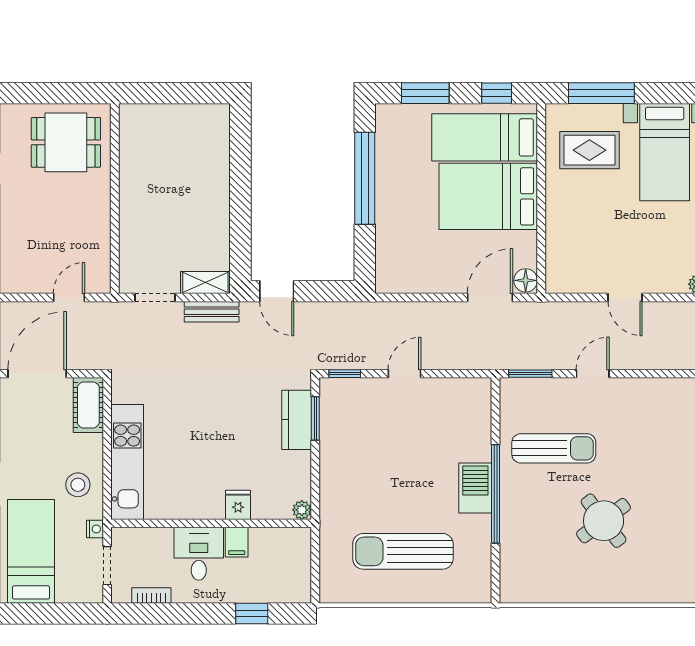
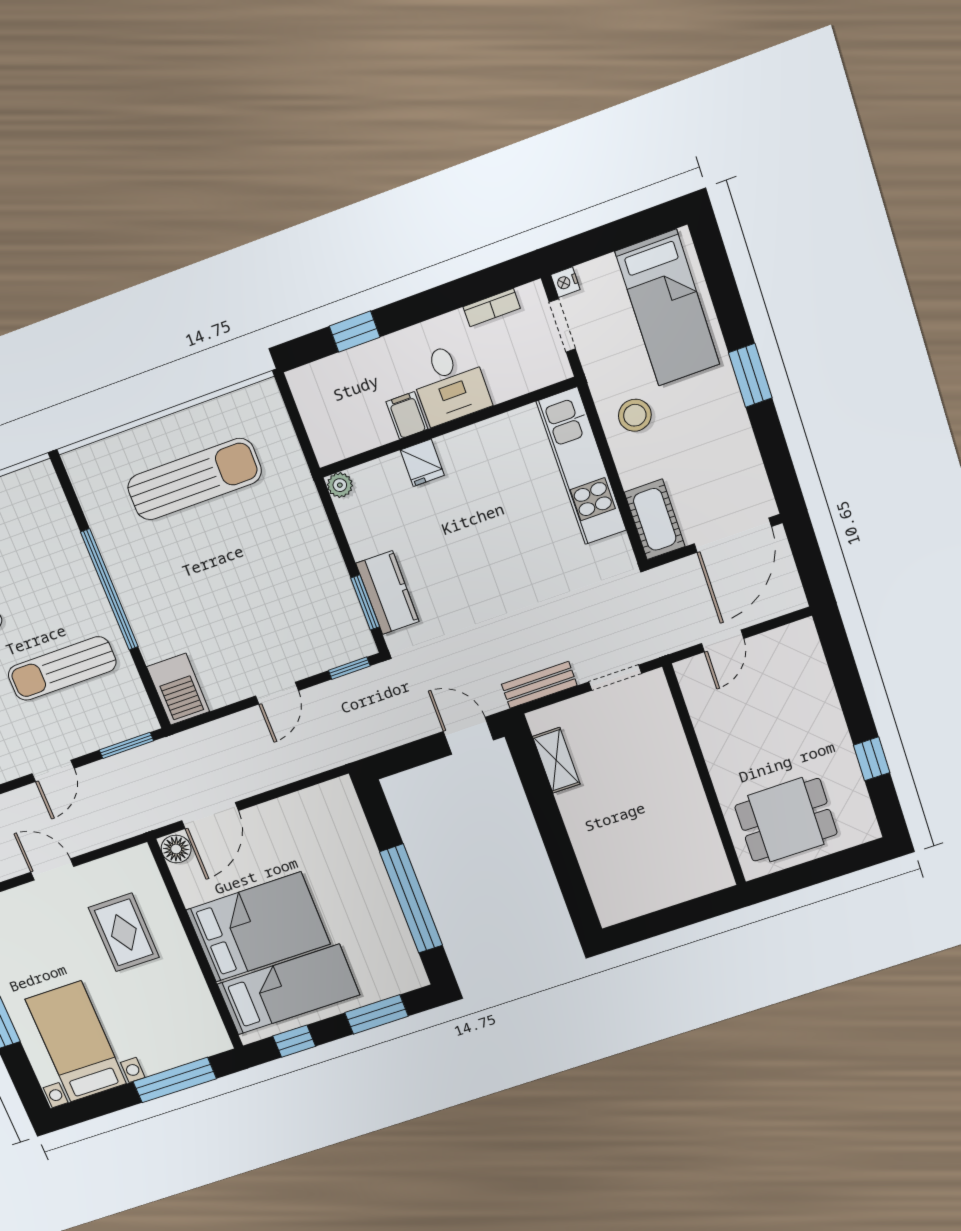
rug: (589, 150) -> (124, 932), moved, turned 90
shelving: (205, 283) -> (556, 760), moved, turned 90
barbecue: (475, 488) -> (178, 689), moved
nightstand: (95, 529) -> (565, 282), moved

